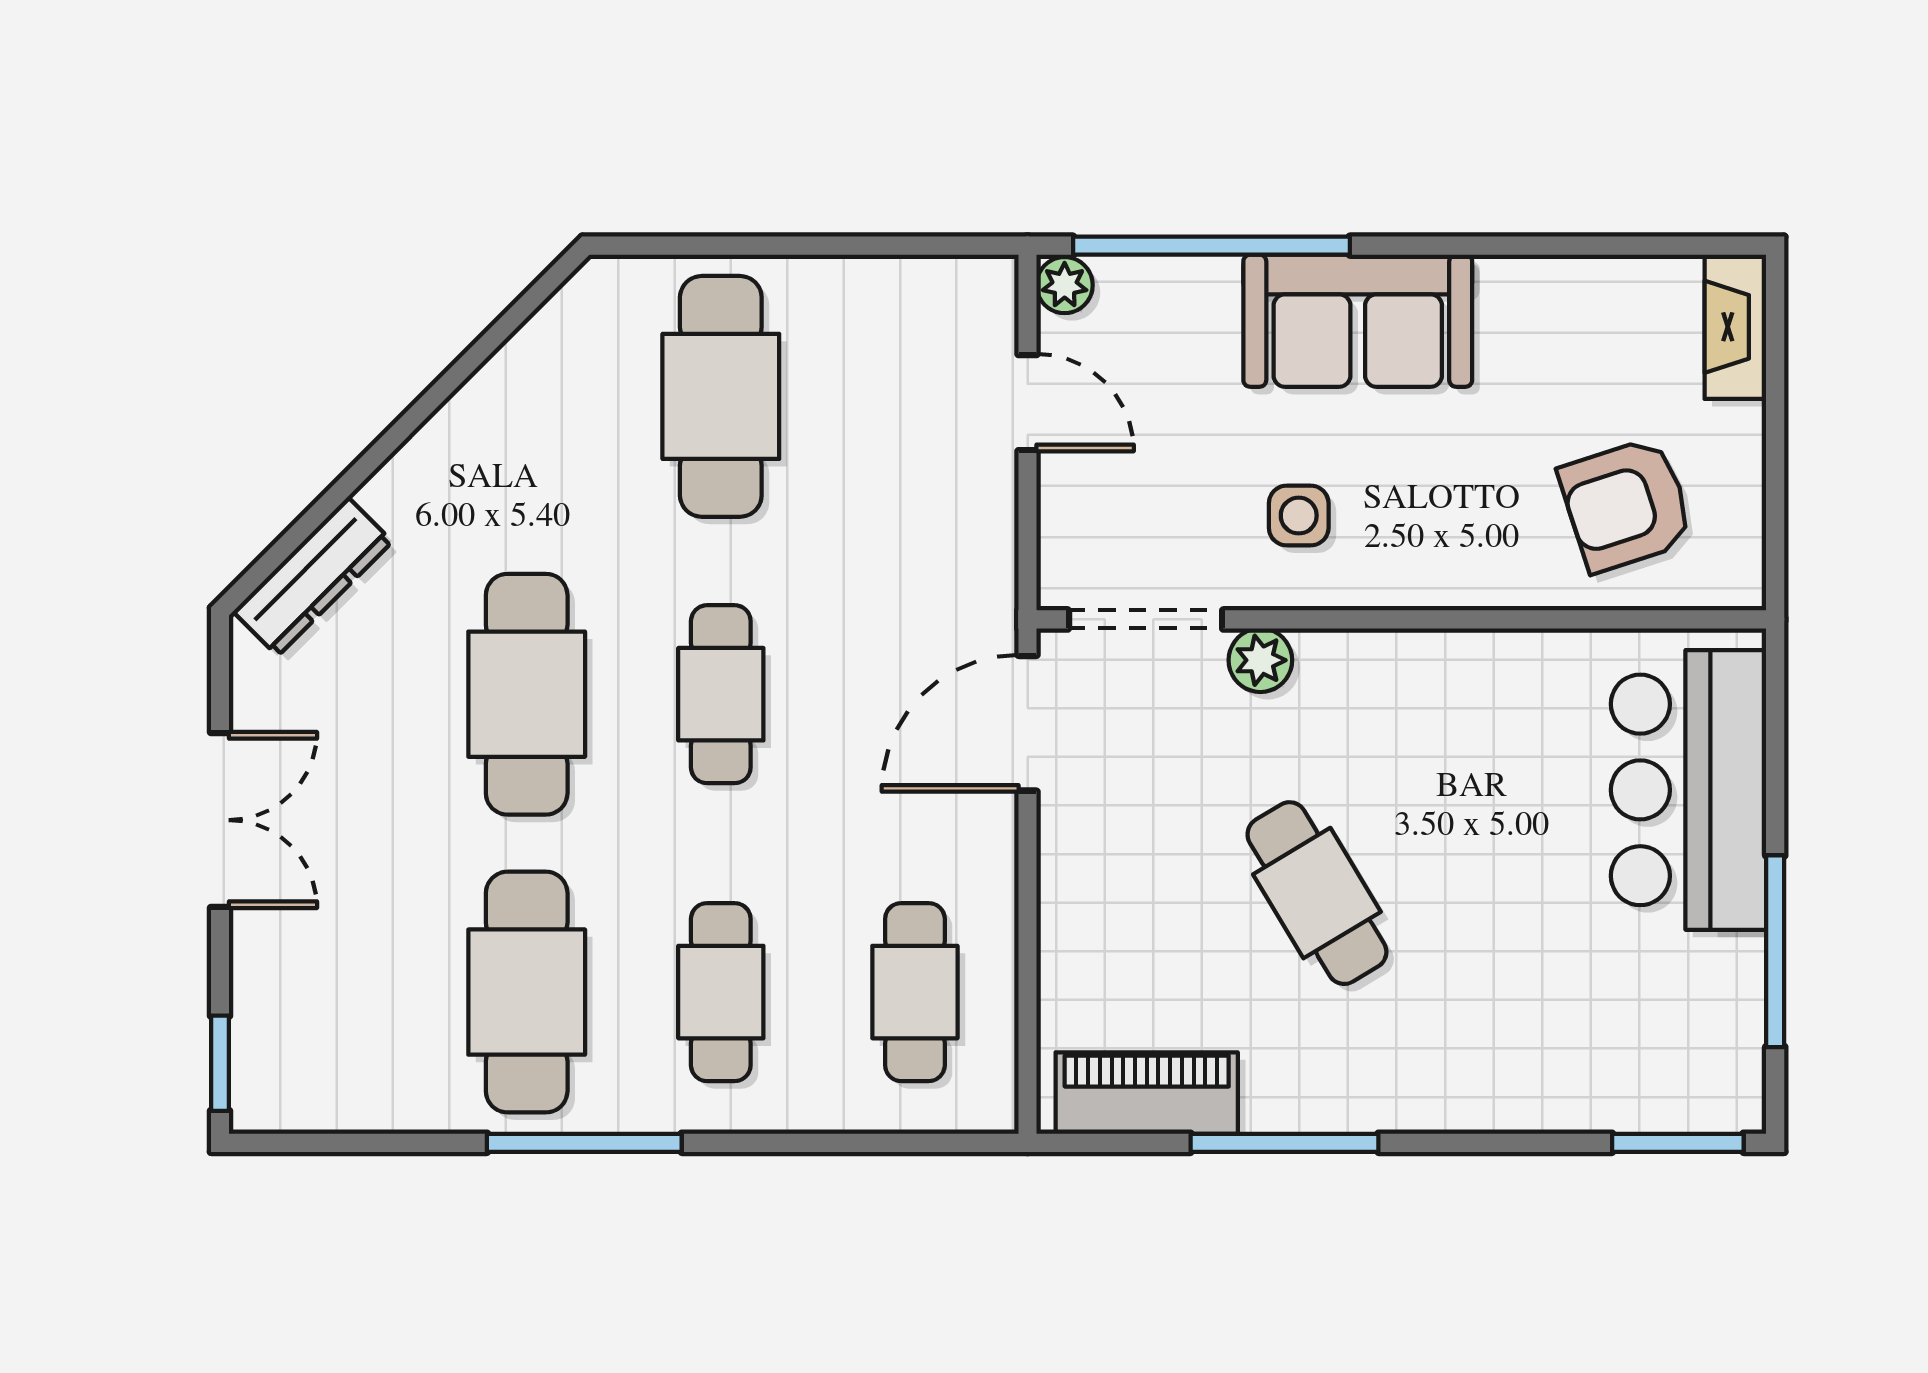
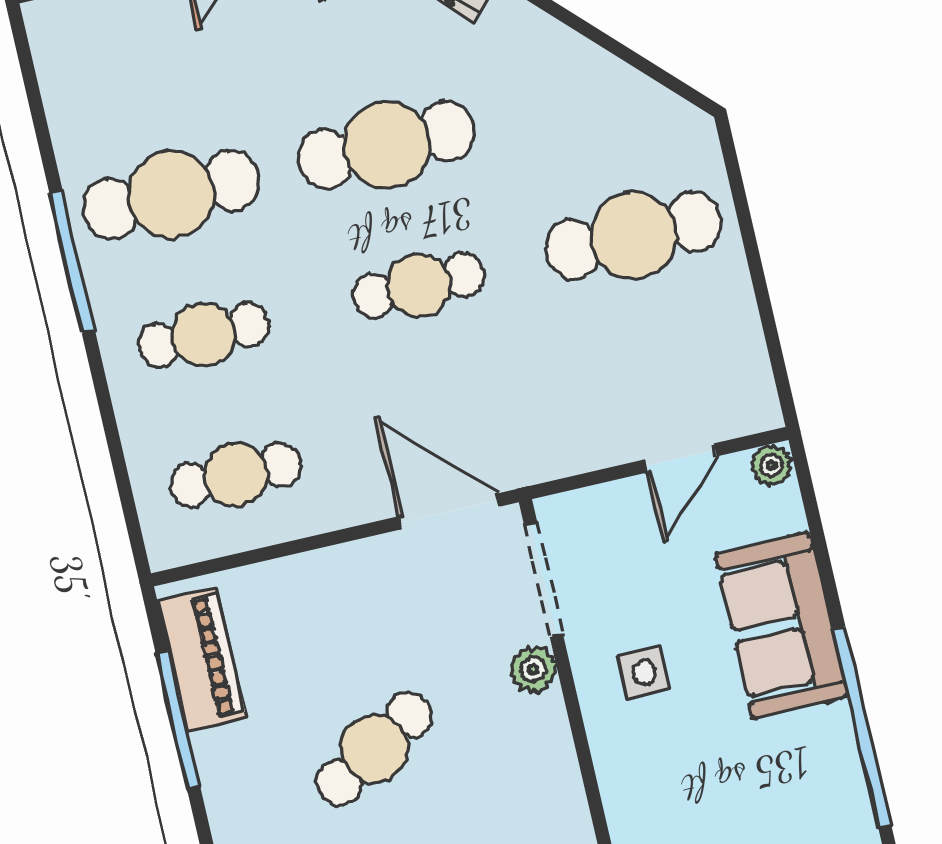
window: (1211, 246) -> (862, 728), moved
sofa: (1358, 321) -> (781, 626), moved
window: (1285, 1143) -> (178, 720), moved

